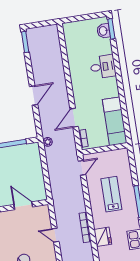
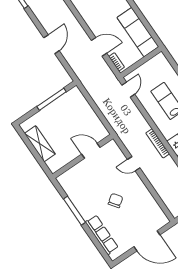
door: (74, 118) -> (99, 47), swing flipped
plant: (48, 142) -> (85, 81), removed

